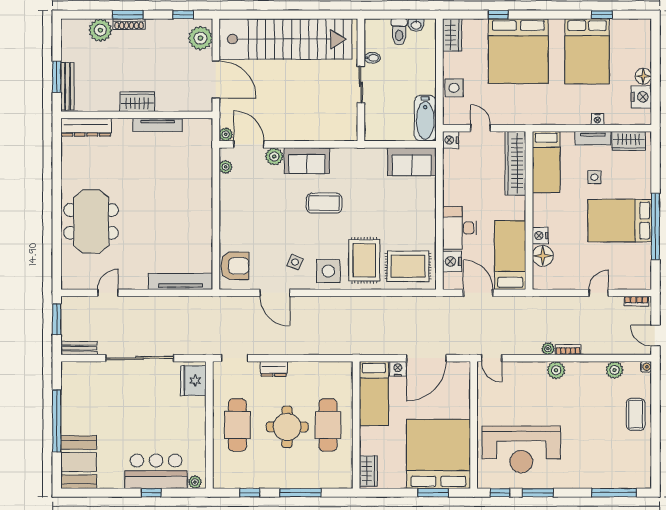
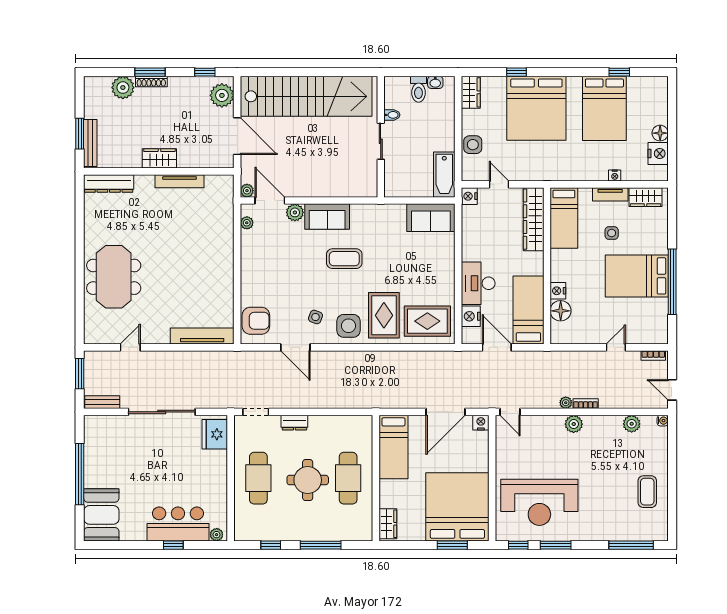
nightstand: (398, 369) -> (481, 423), moved
coffee table: (636, 414) -> (647, 492), moved

